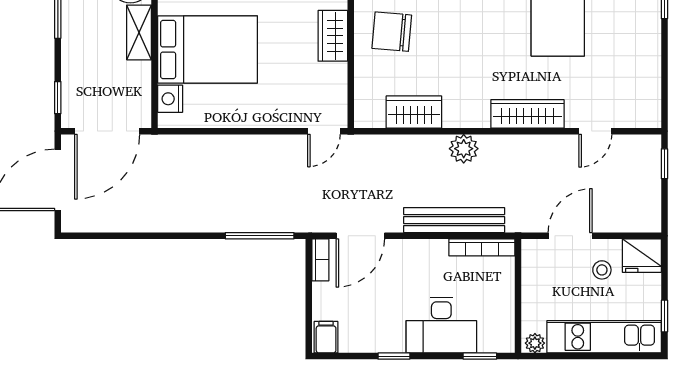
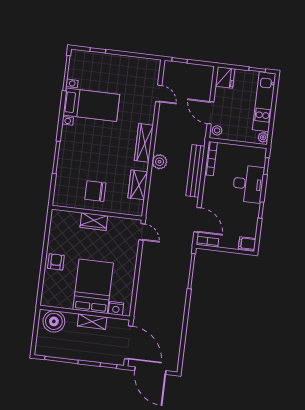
shelving: (139, 32) -> (92, 322), moved
chair: (392, 32) -> (95, 191), turned 85
wardrobe: (527, 114) -> (144, 143), moved
stool: (602, 270) -> (217, 130), moved

